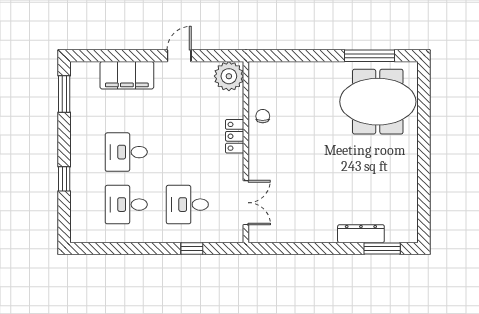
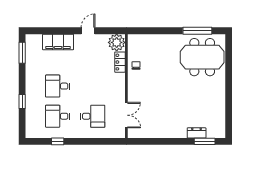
locker: (235, 136) -> (120, 62), moved
desk: (187, 205) -> (93, 116), turned 180
dresser: (361, 234) -> (197, 133), width x0.70
window: (192, 248) -> (58, 141), moved

